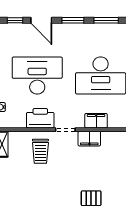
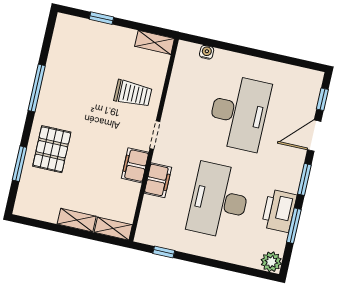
printer: (40, 118) -> (279, 211), moved, turned 180
trolley: (40, 151) -> (133, 94), turned 180
pallet: (91, 198) -> (52, 149), width x1.50, depth x1.42

